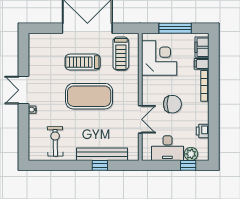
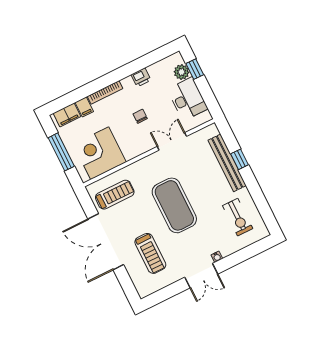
treadmill: (83, 62) -> (150, 253), moved
chair: (172, 104) -> (140, 116), width x0.54, depth x0.54
printer: (203, 131) -> (141, 77), moved
exercise bike: (55, 141) -> (238, 217), turned -89

